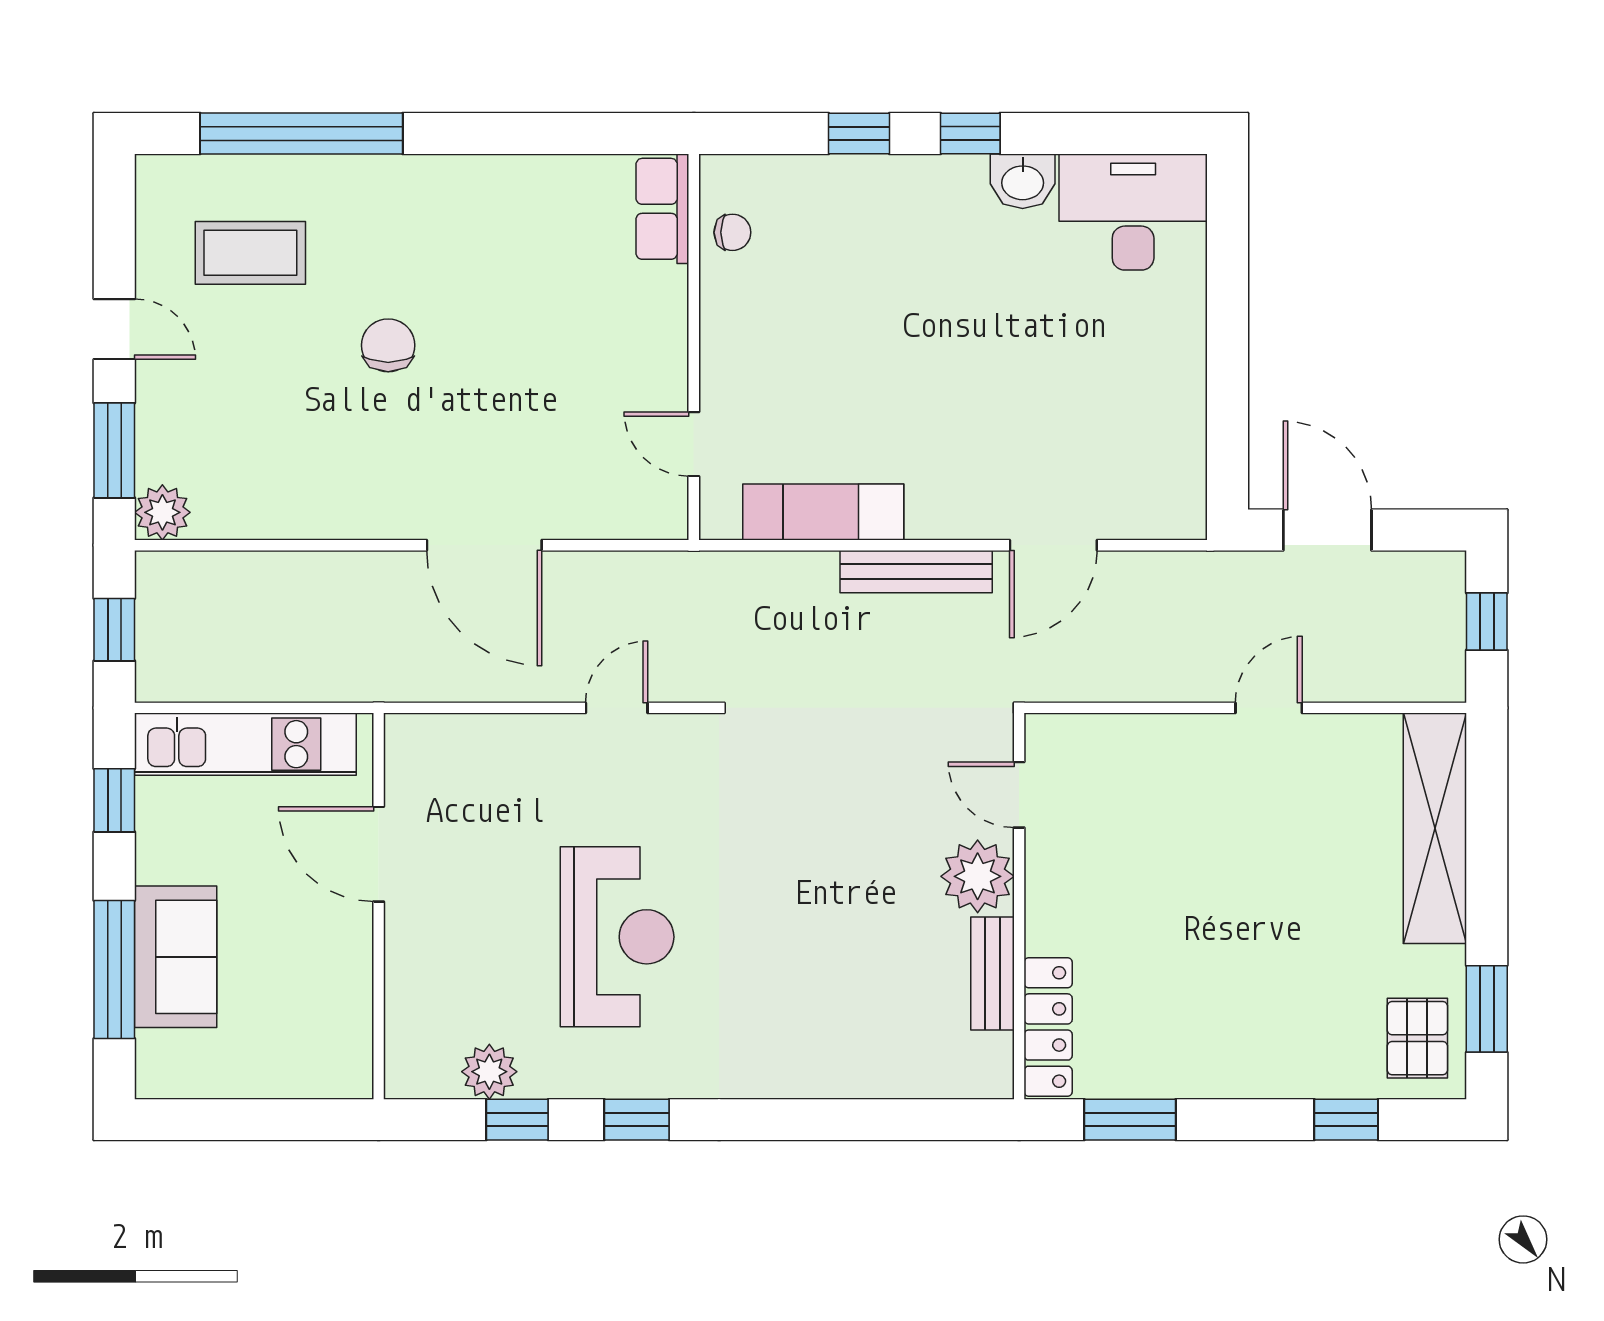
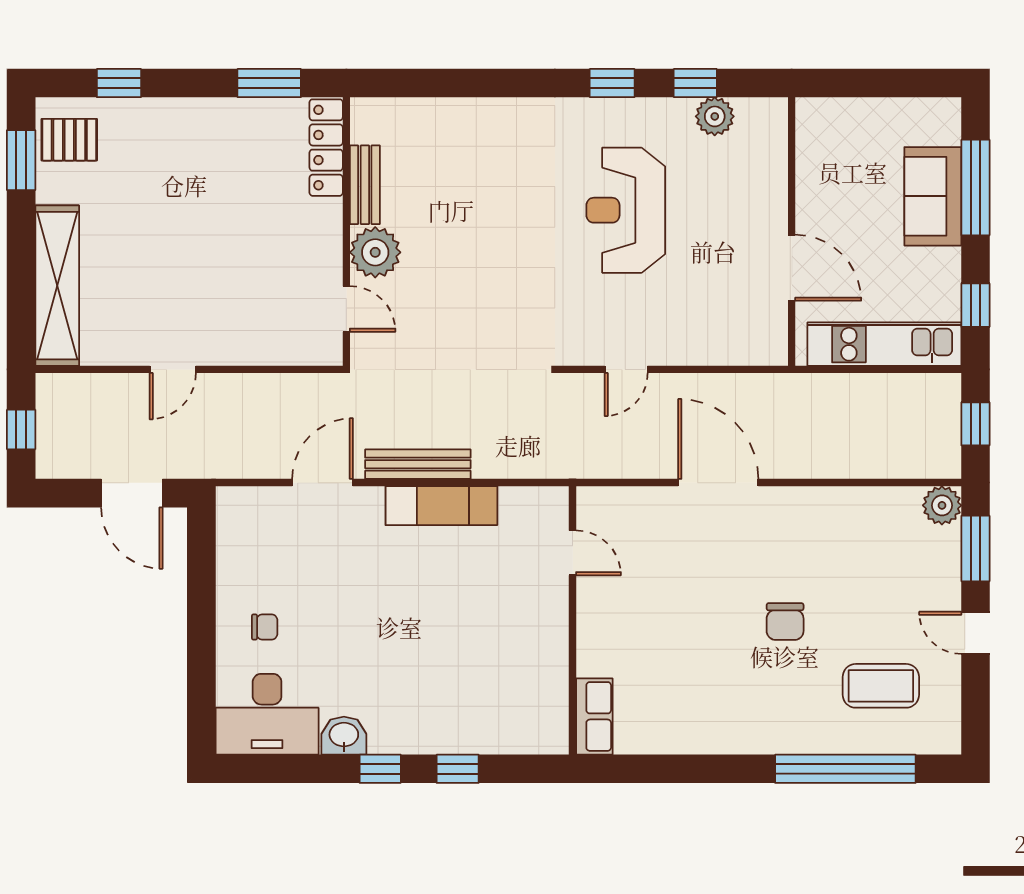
chair: (732, 232) -> (265, 627), moved, turned 180
exam couch: (823, 512) -> (441, 506), moved
pallet: (1417, 1038) -> (69, 140), turned 90

